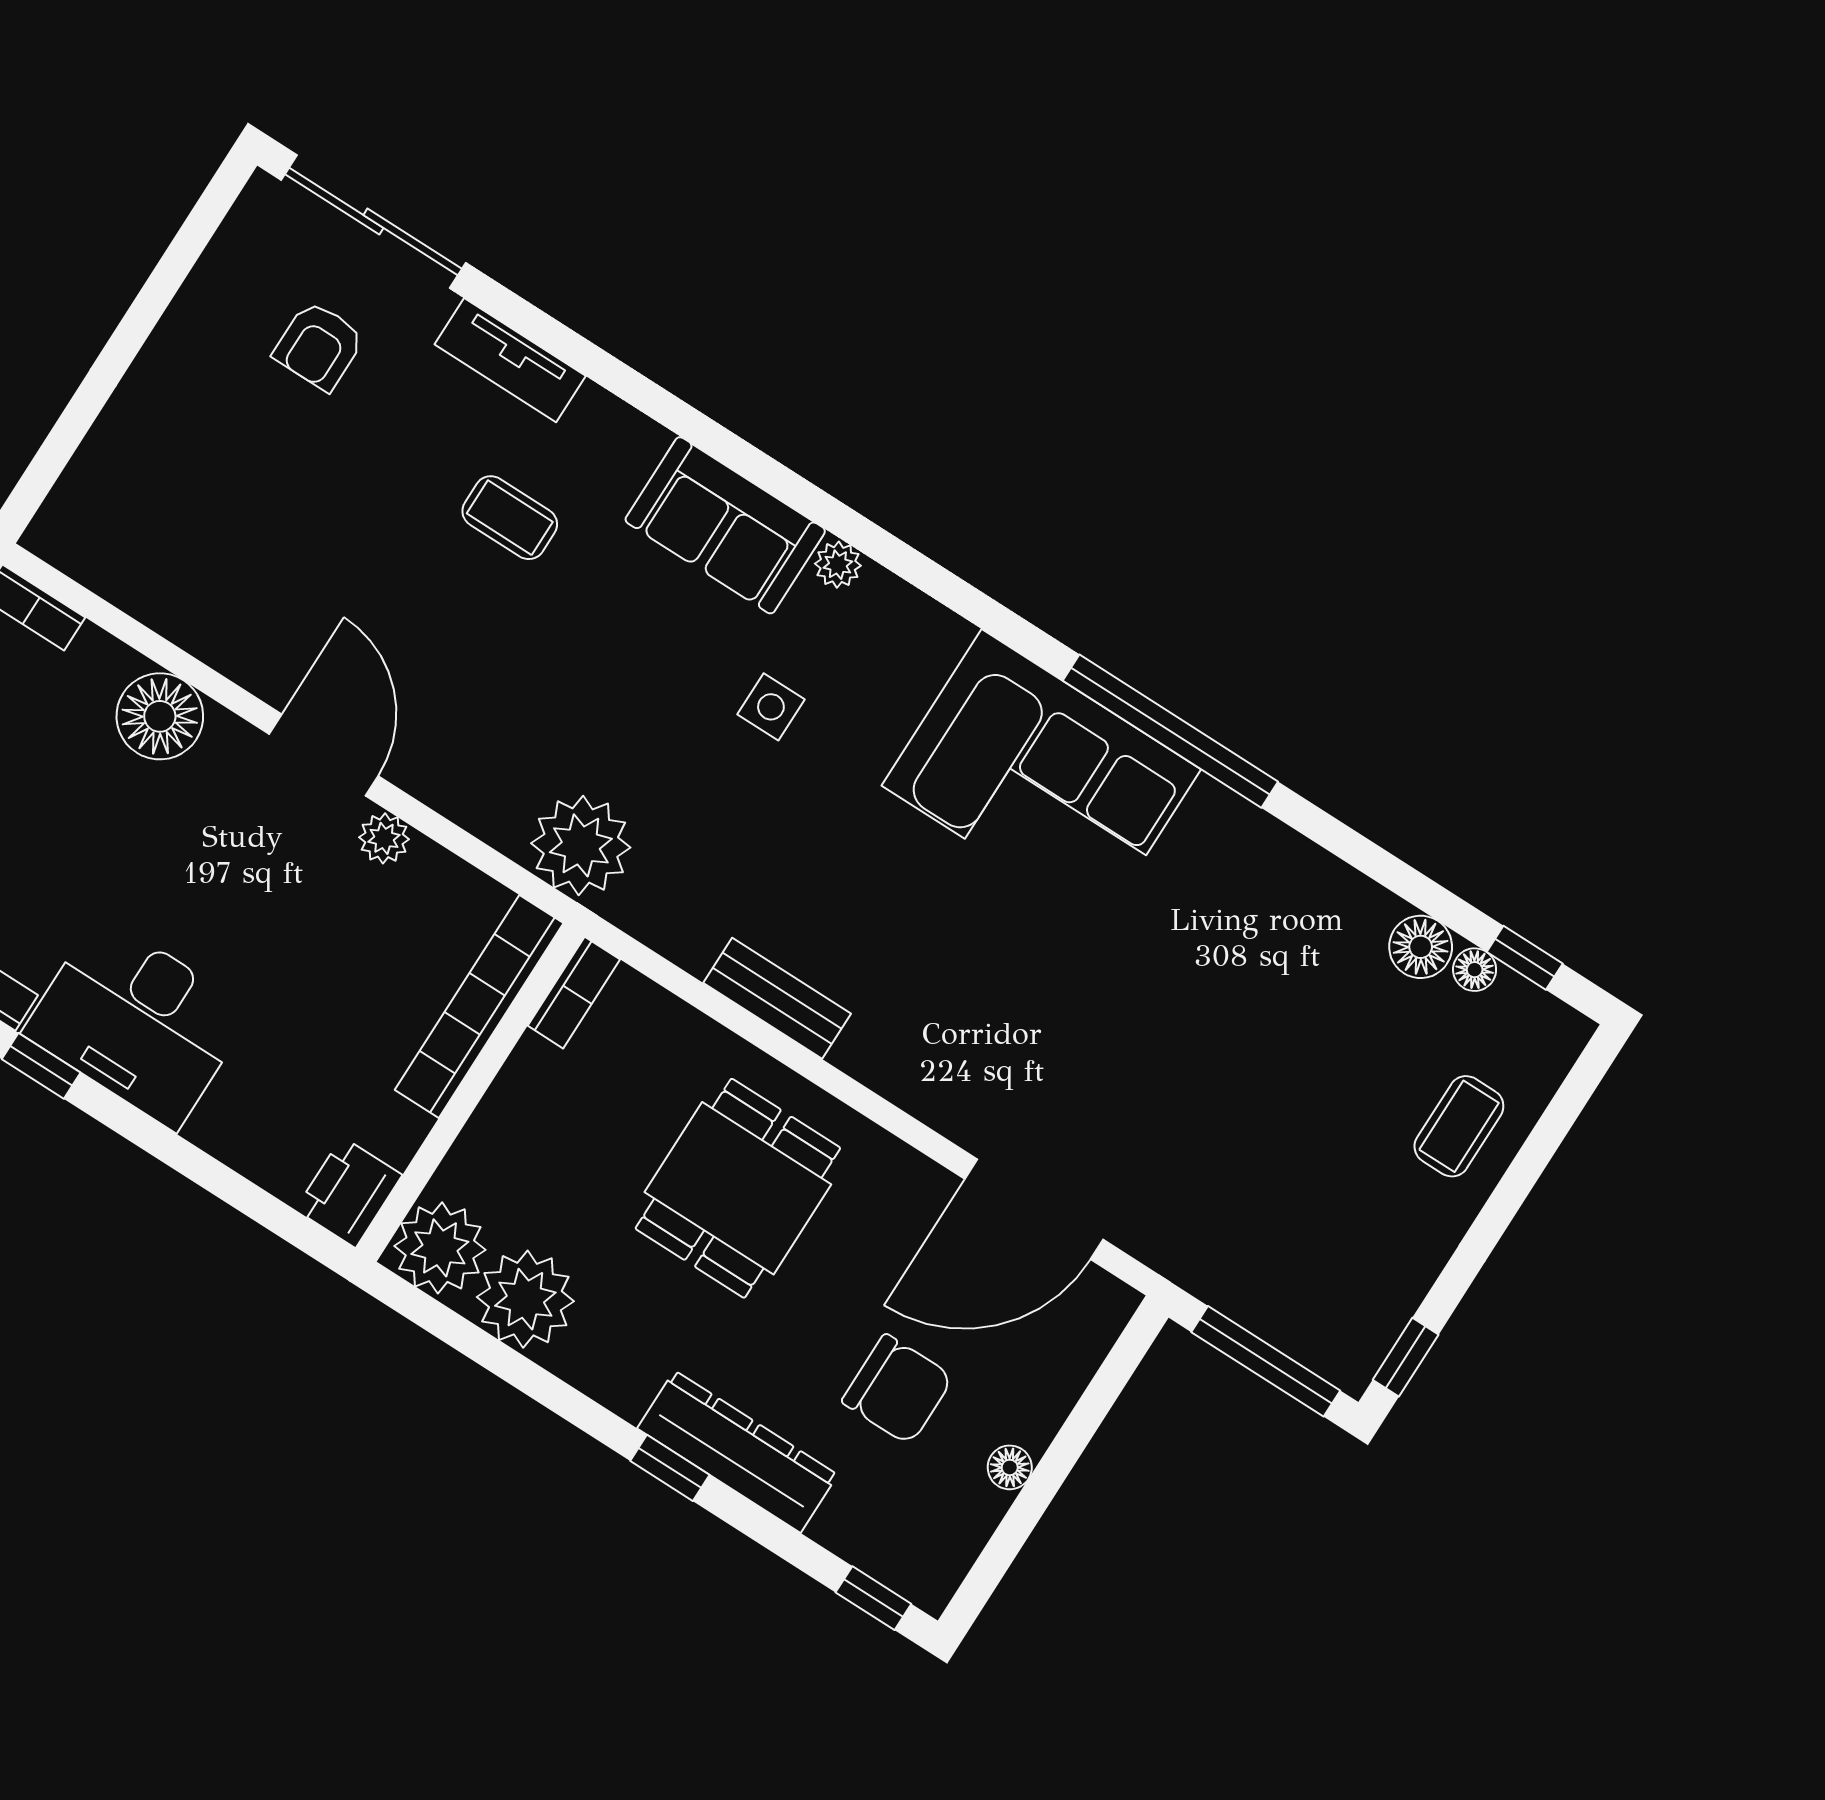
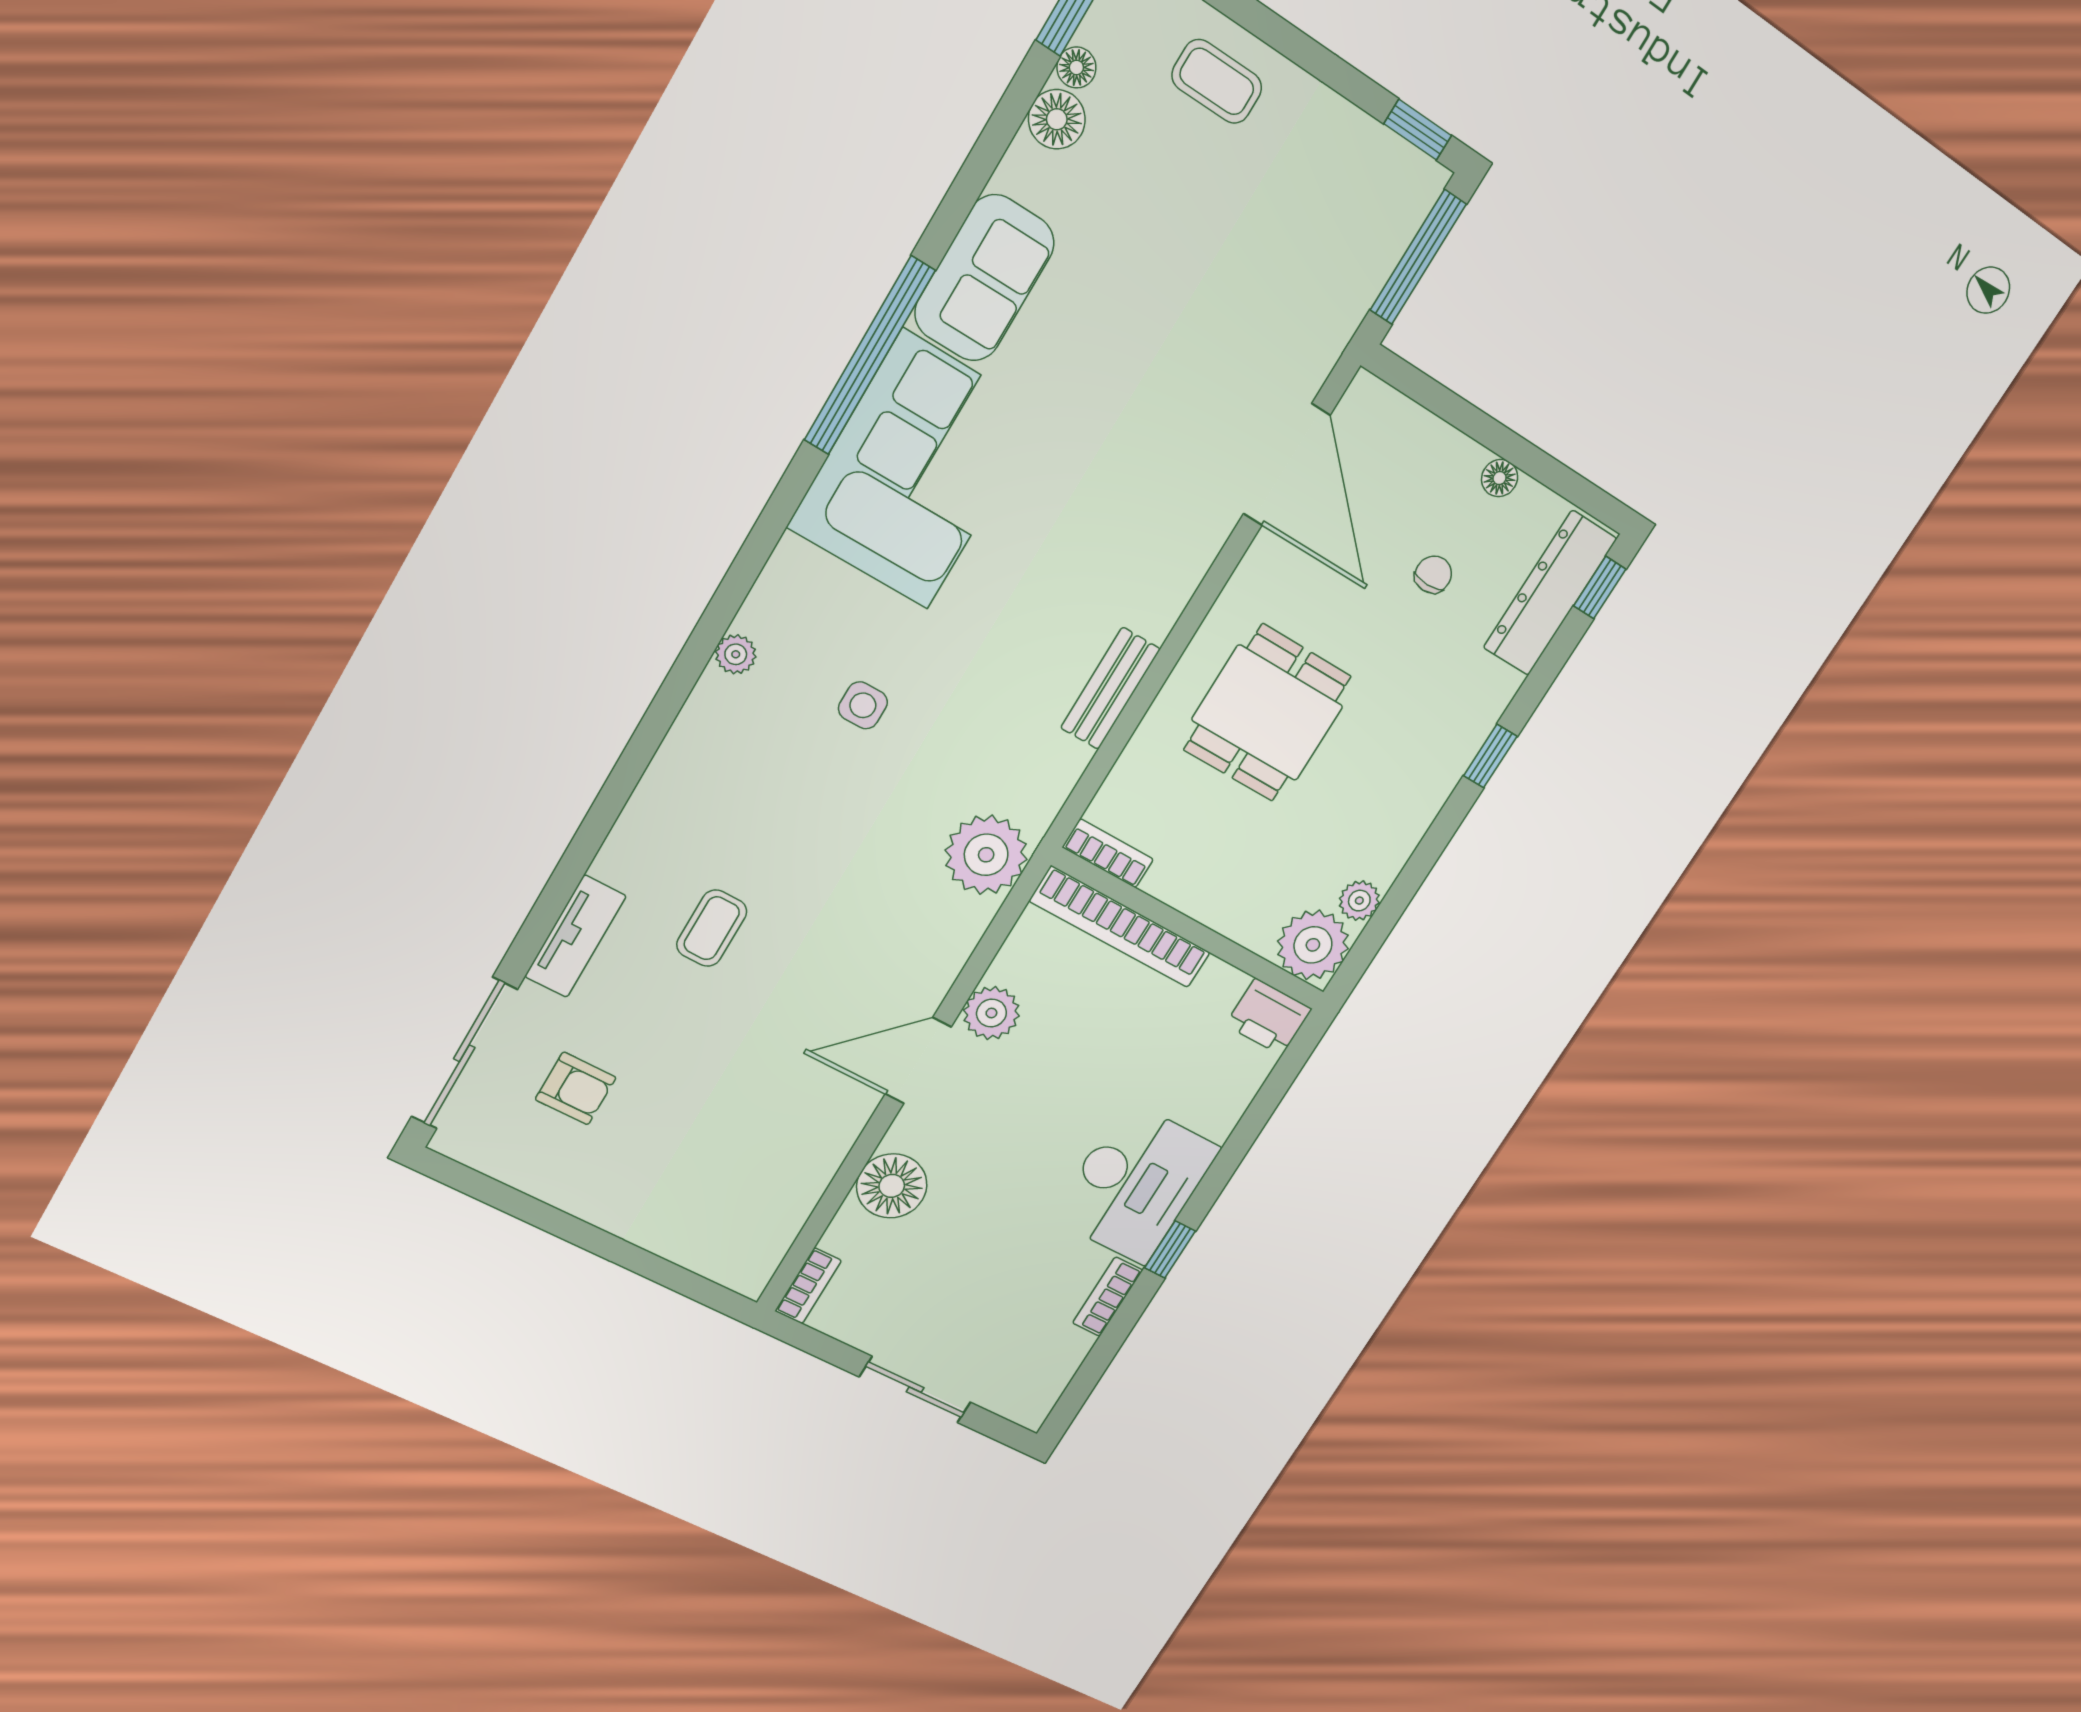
sofa: (725, 525) -> (984, 278), moved
plant: (384, 838) -> (991, 1013), width x1.38, depth x1.38
dining table: (738, 1188) -> (1267, 713), turned 90
plant: (525, 1299) -> (1359, 901), width x0.53, depth x0.53
chair: (898, 1389) -> (1433, 575), width x0.54, depth x0.54
dresser: (738, 1451) -> (1550, 593), moved

